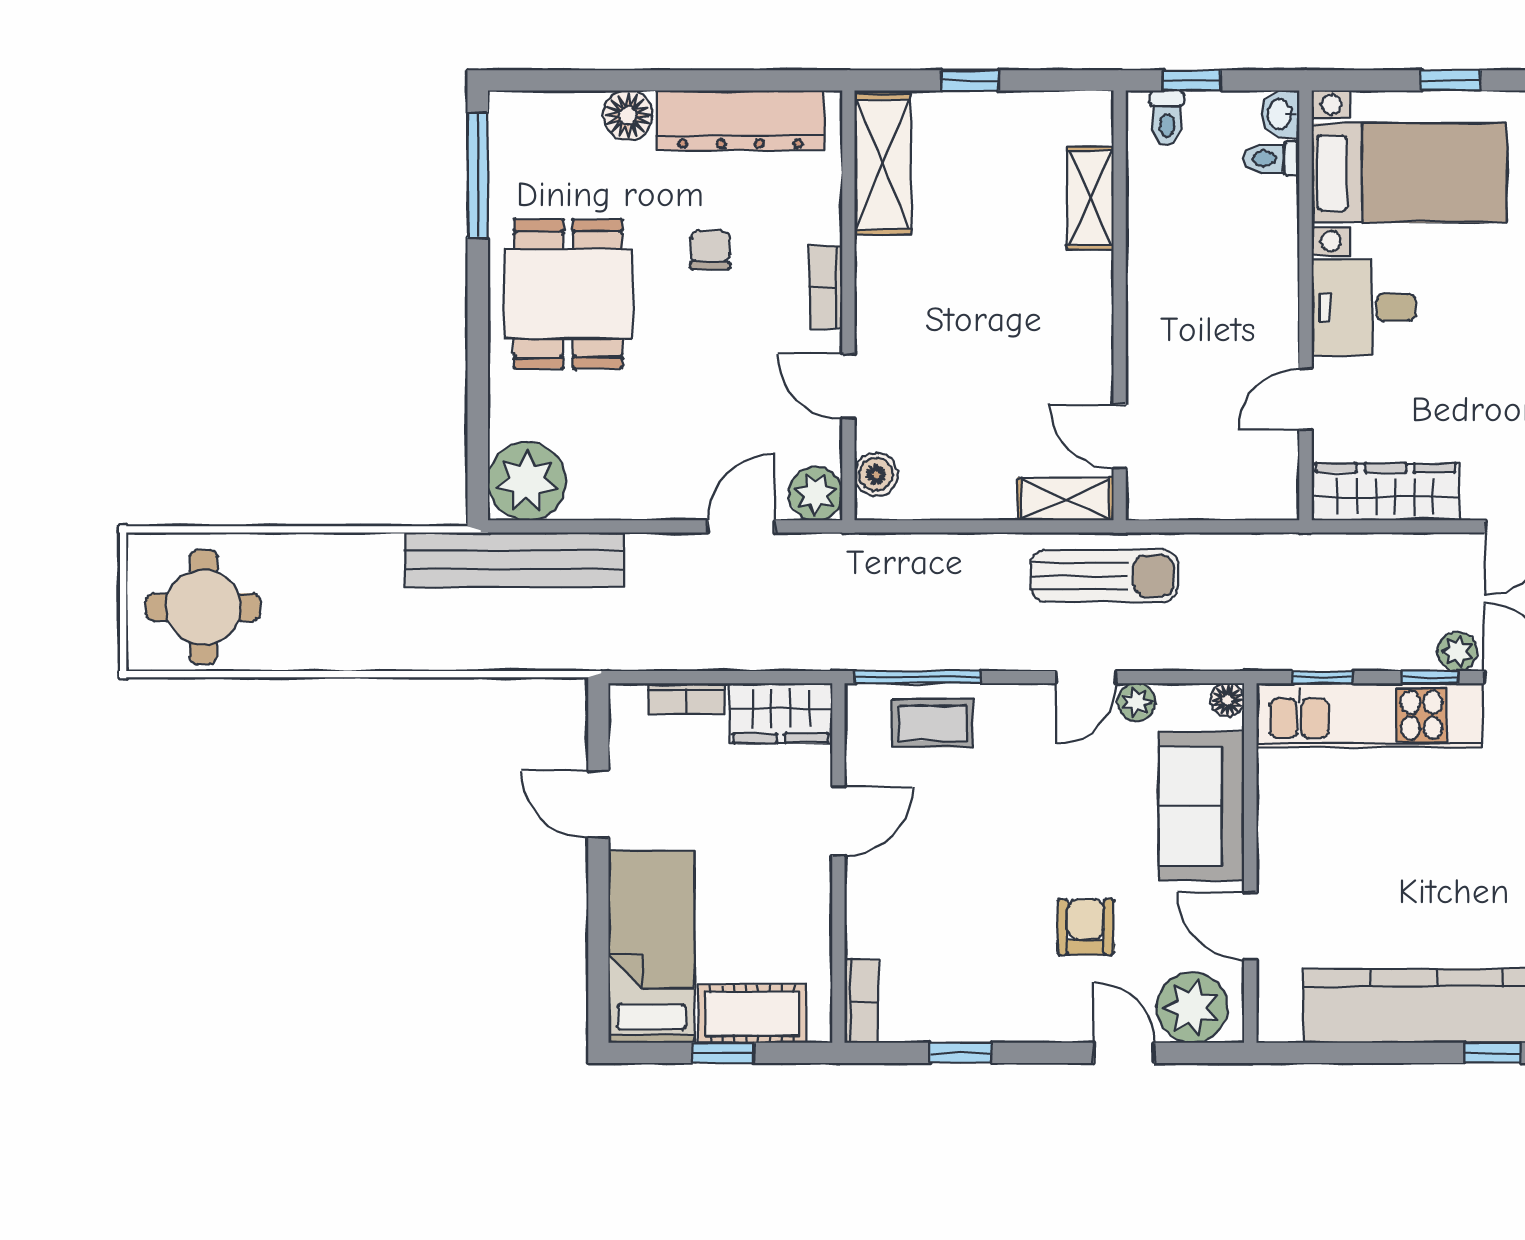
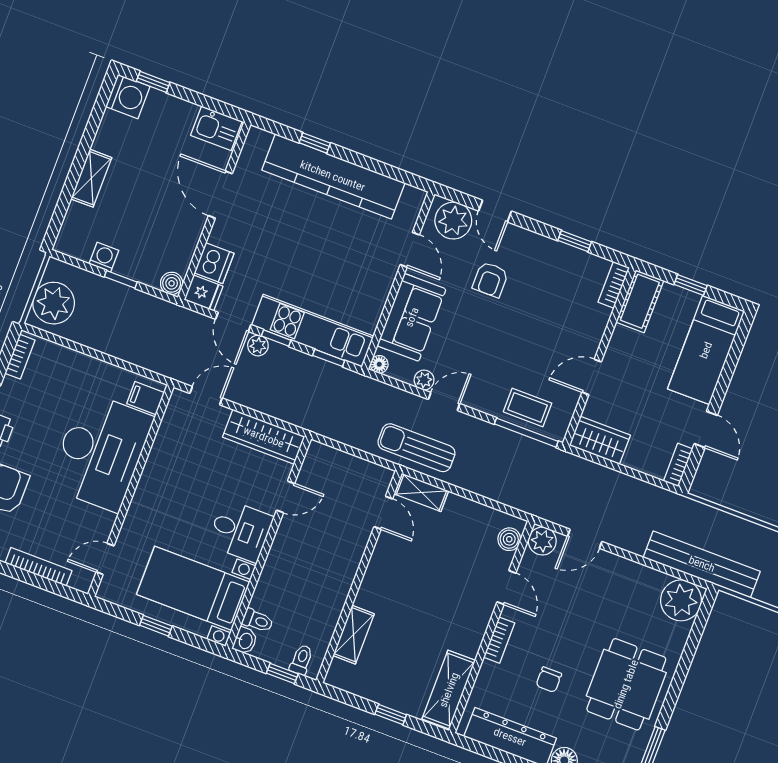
bookcase: (686, 699) -> (678, 465), moved, turned -90
cot: (752, 1014) -> (640, 301), moved, turned 90

